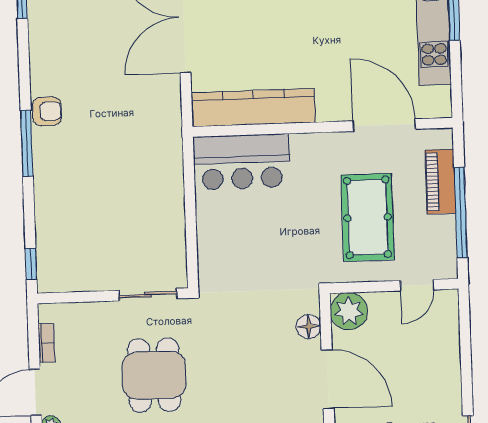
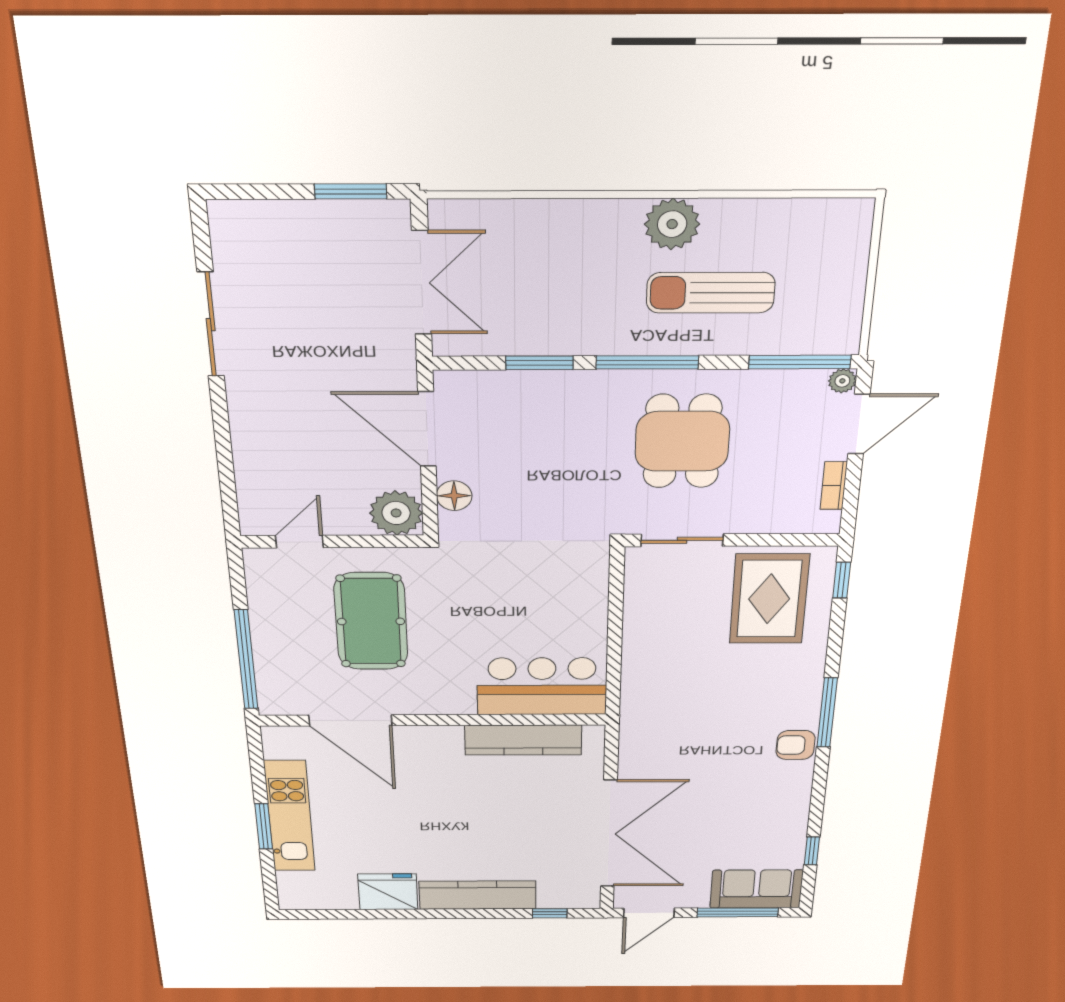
kitchen counter: (254, 108) -> (523, 740), width x0.72, depth x0.86
piano: (440, 182) -> (272, 658), removed
window: (461, 212) -> (246, 660), moved
rug: (81, 246) -> (769, 599), added

